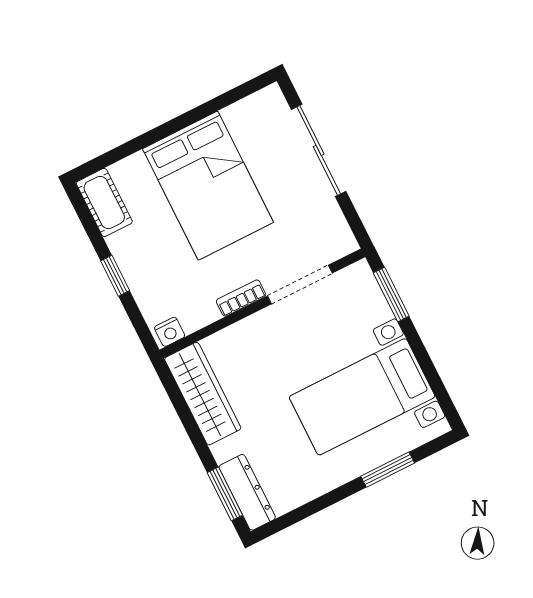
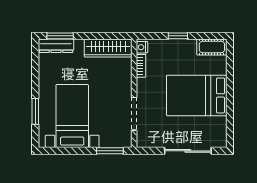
bookcase: (241, 298) -> (141, 66), moved

